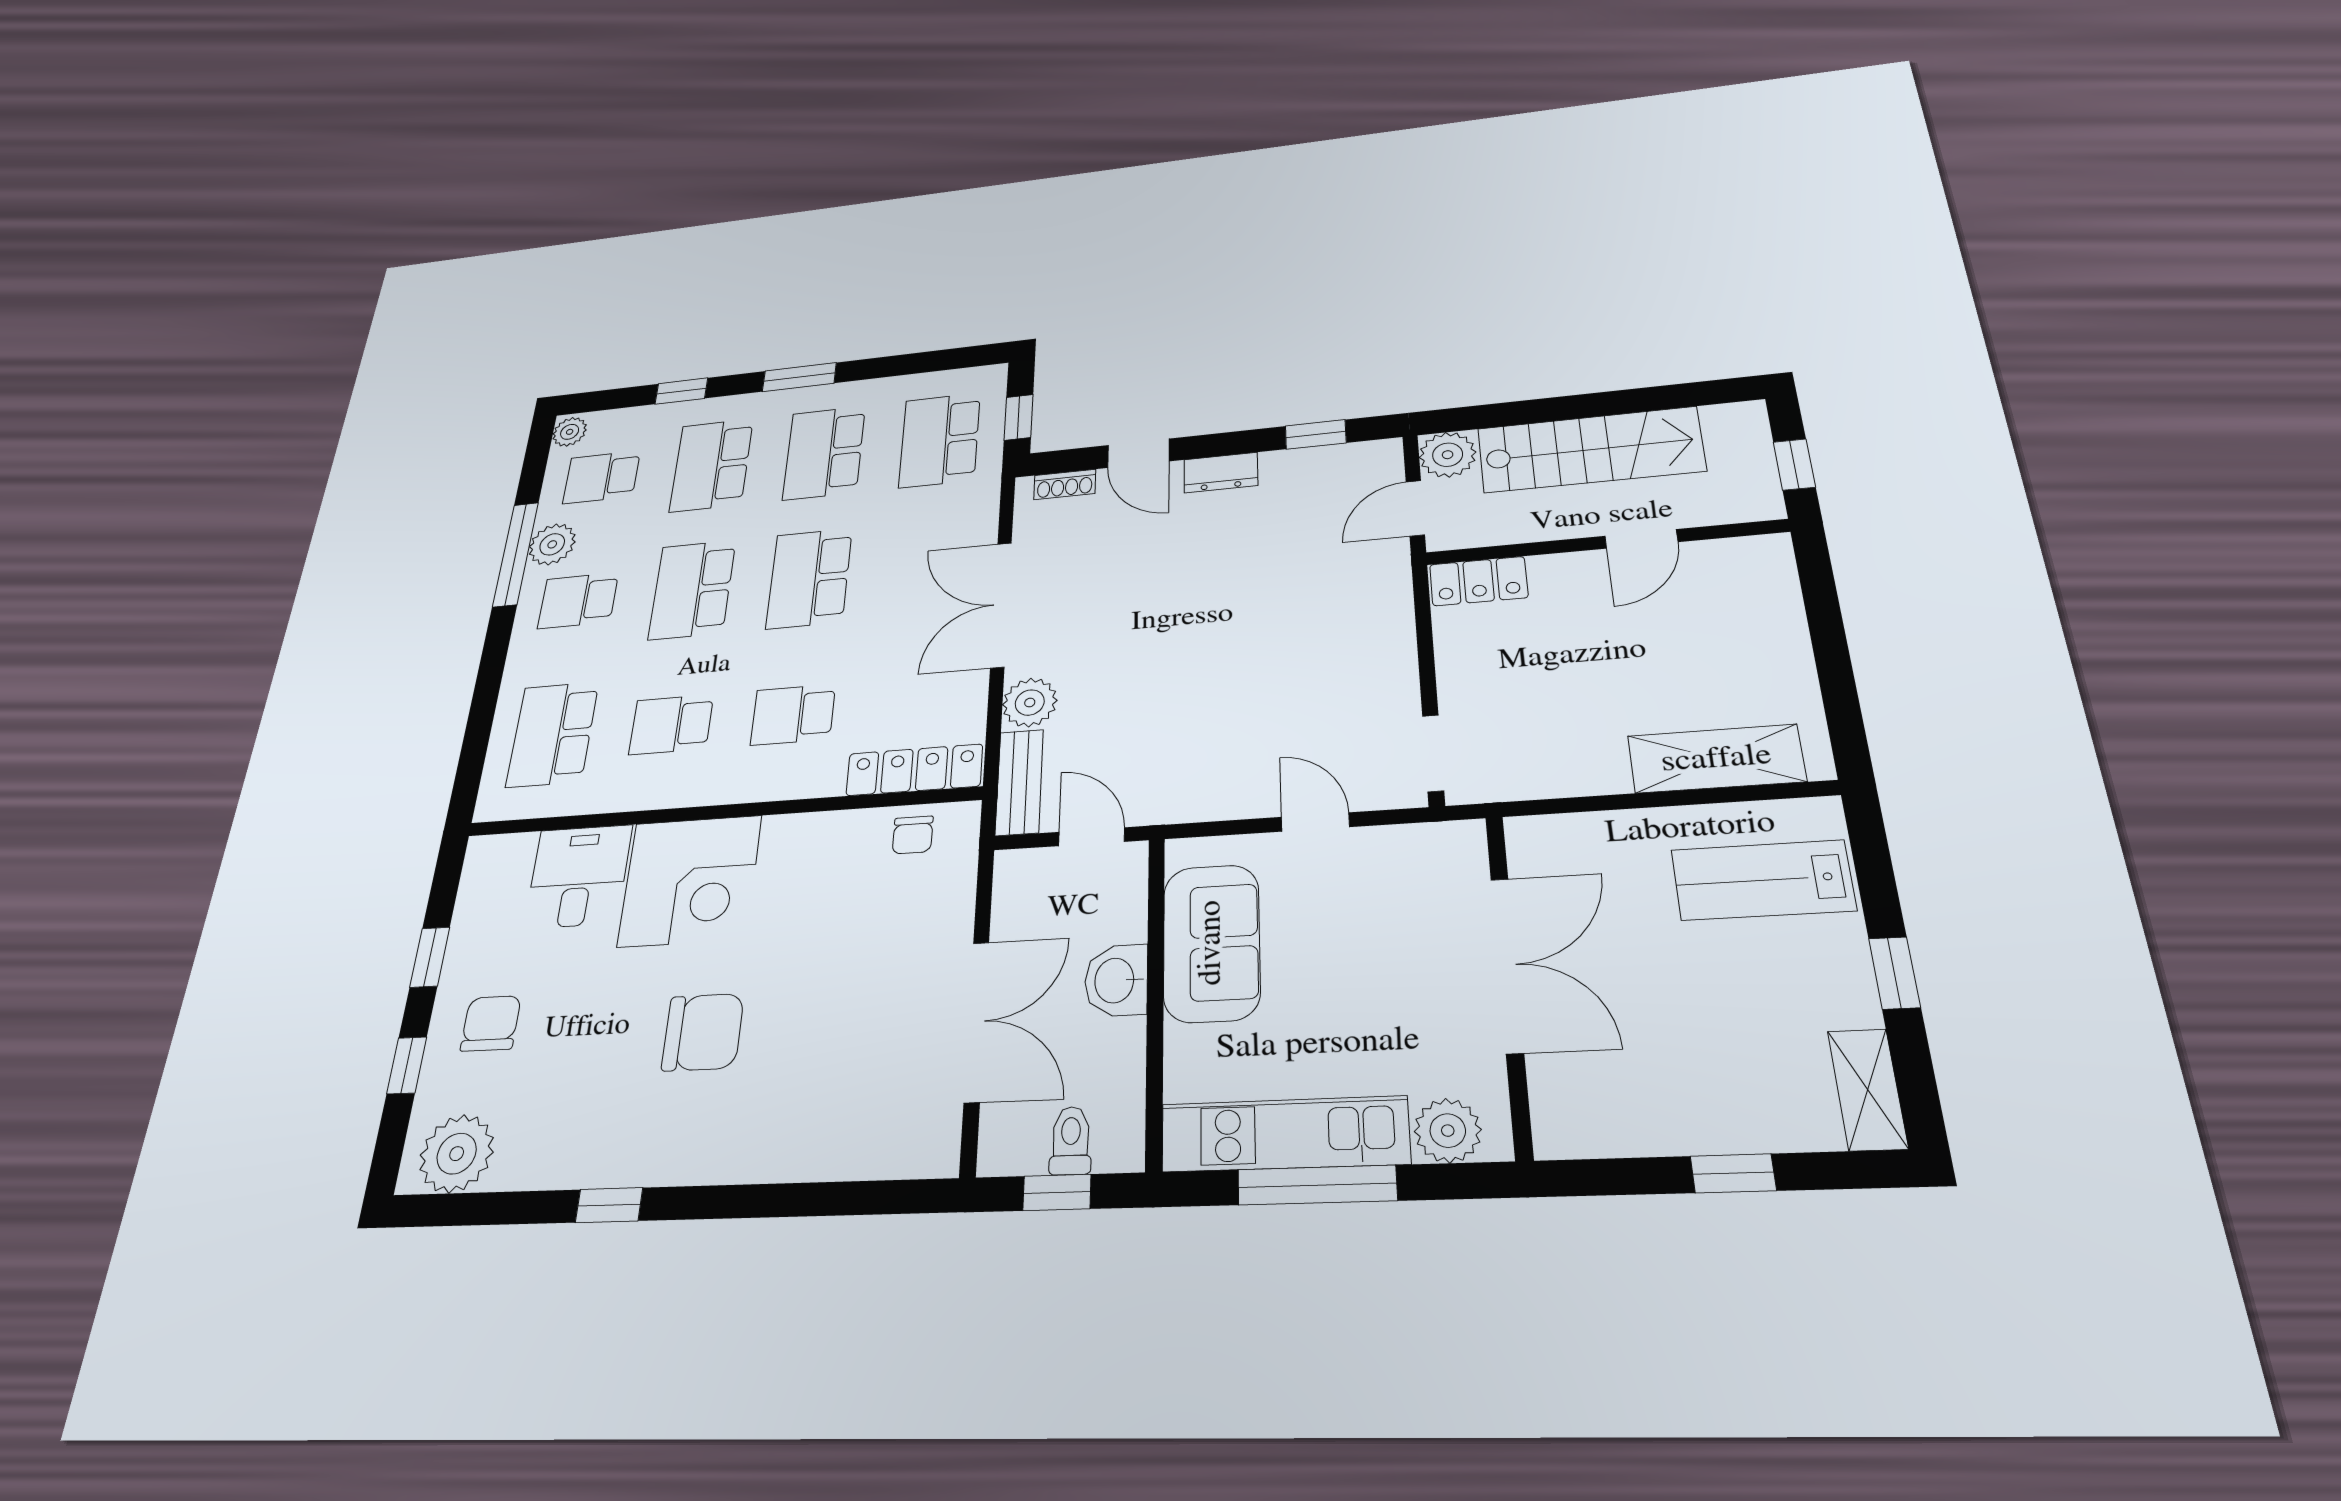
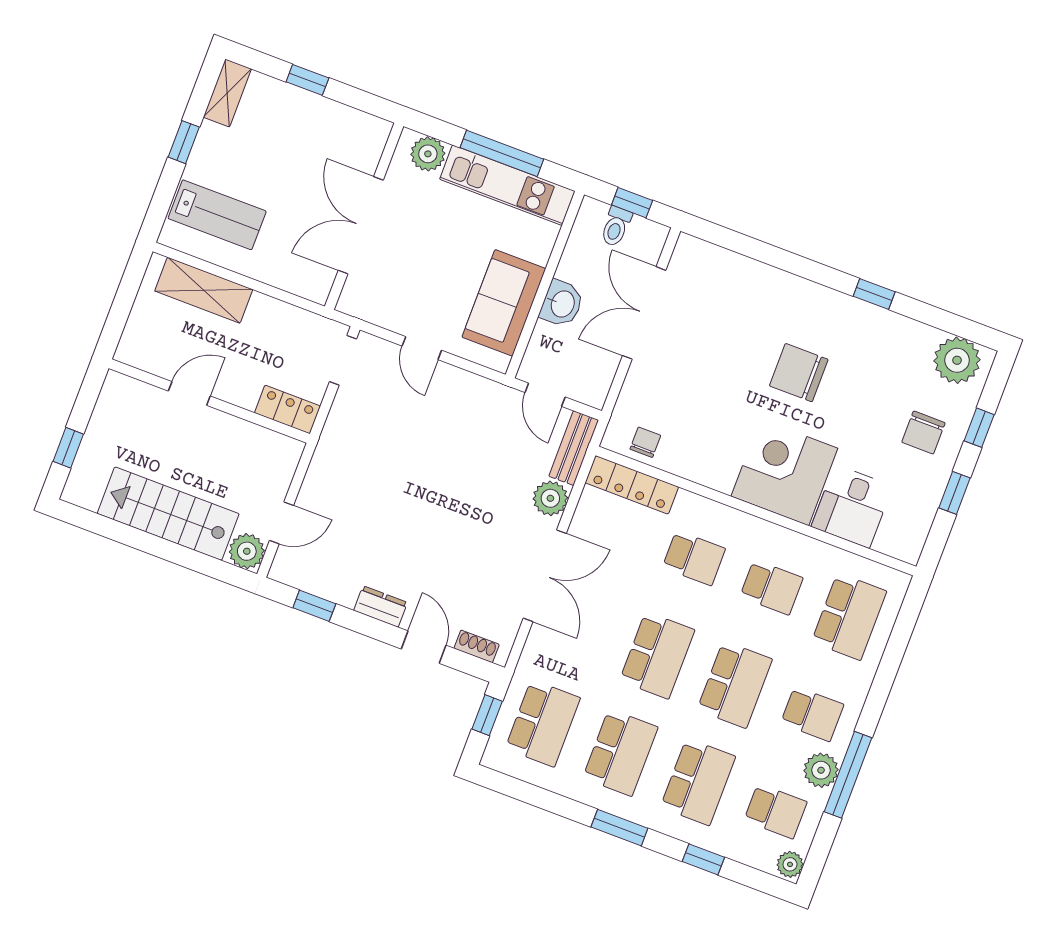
door: (1641, 539) -> (189, 394), moved
wall: (1605, 542) -> (209, 401), moved
locker: (1479, 581) -> (287, 410), moved

